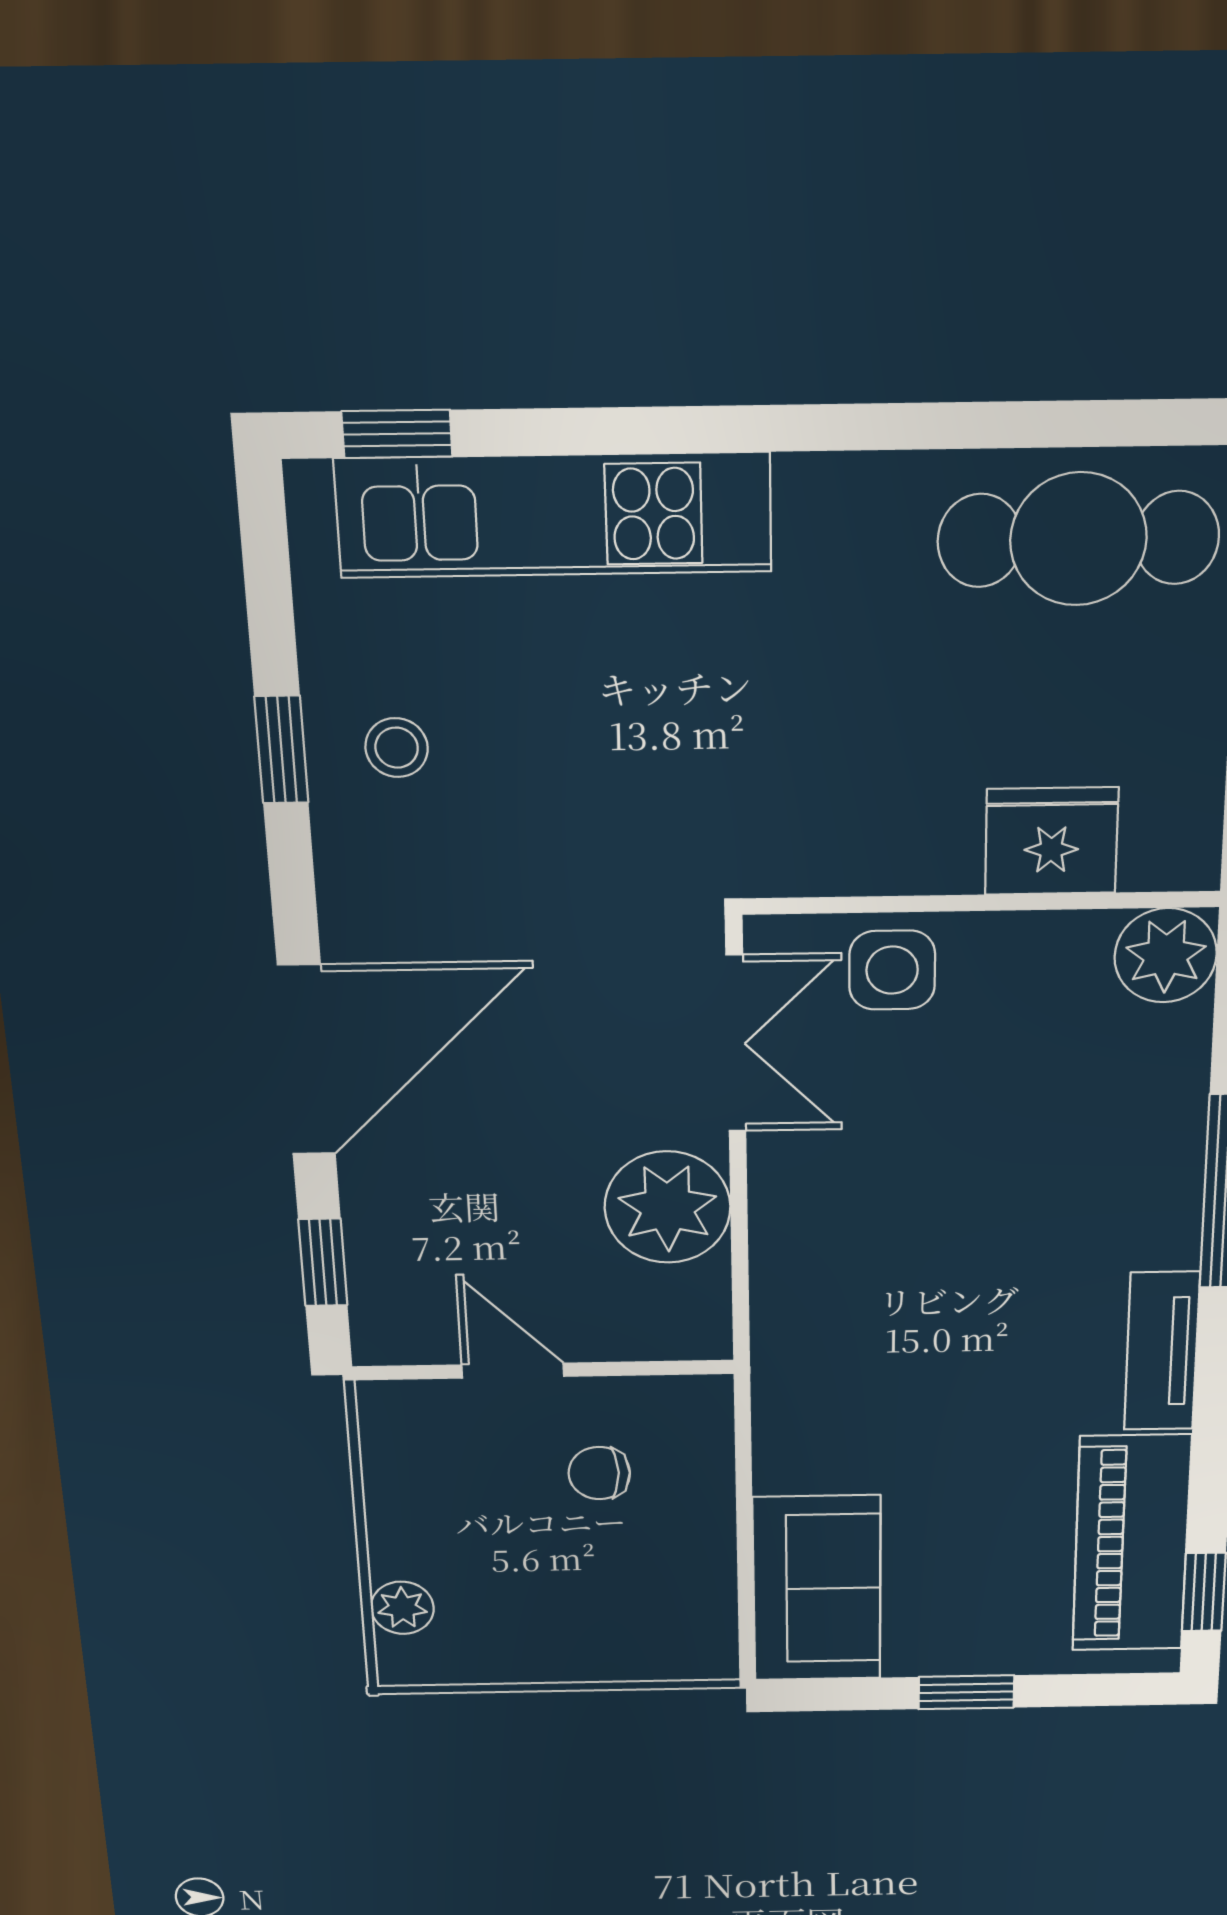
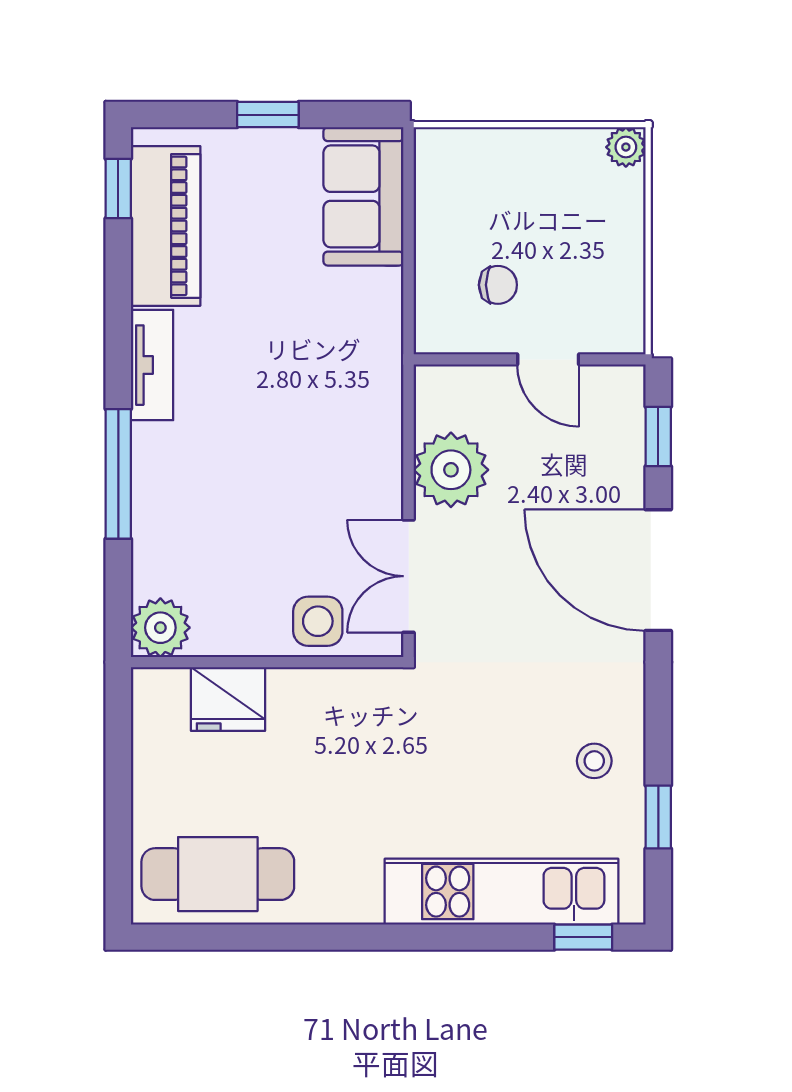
window: (281, 750) -> (658, 817), moved
door: (307, 1060) -> (658, 570), hinge flipped
plant: (402, 1608) -> (626, 147), moved

